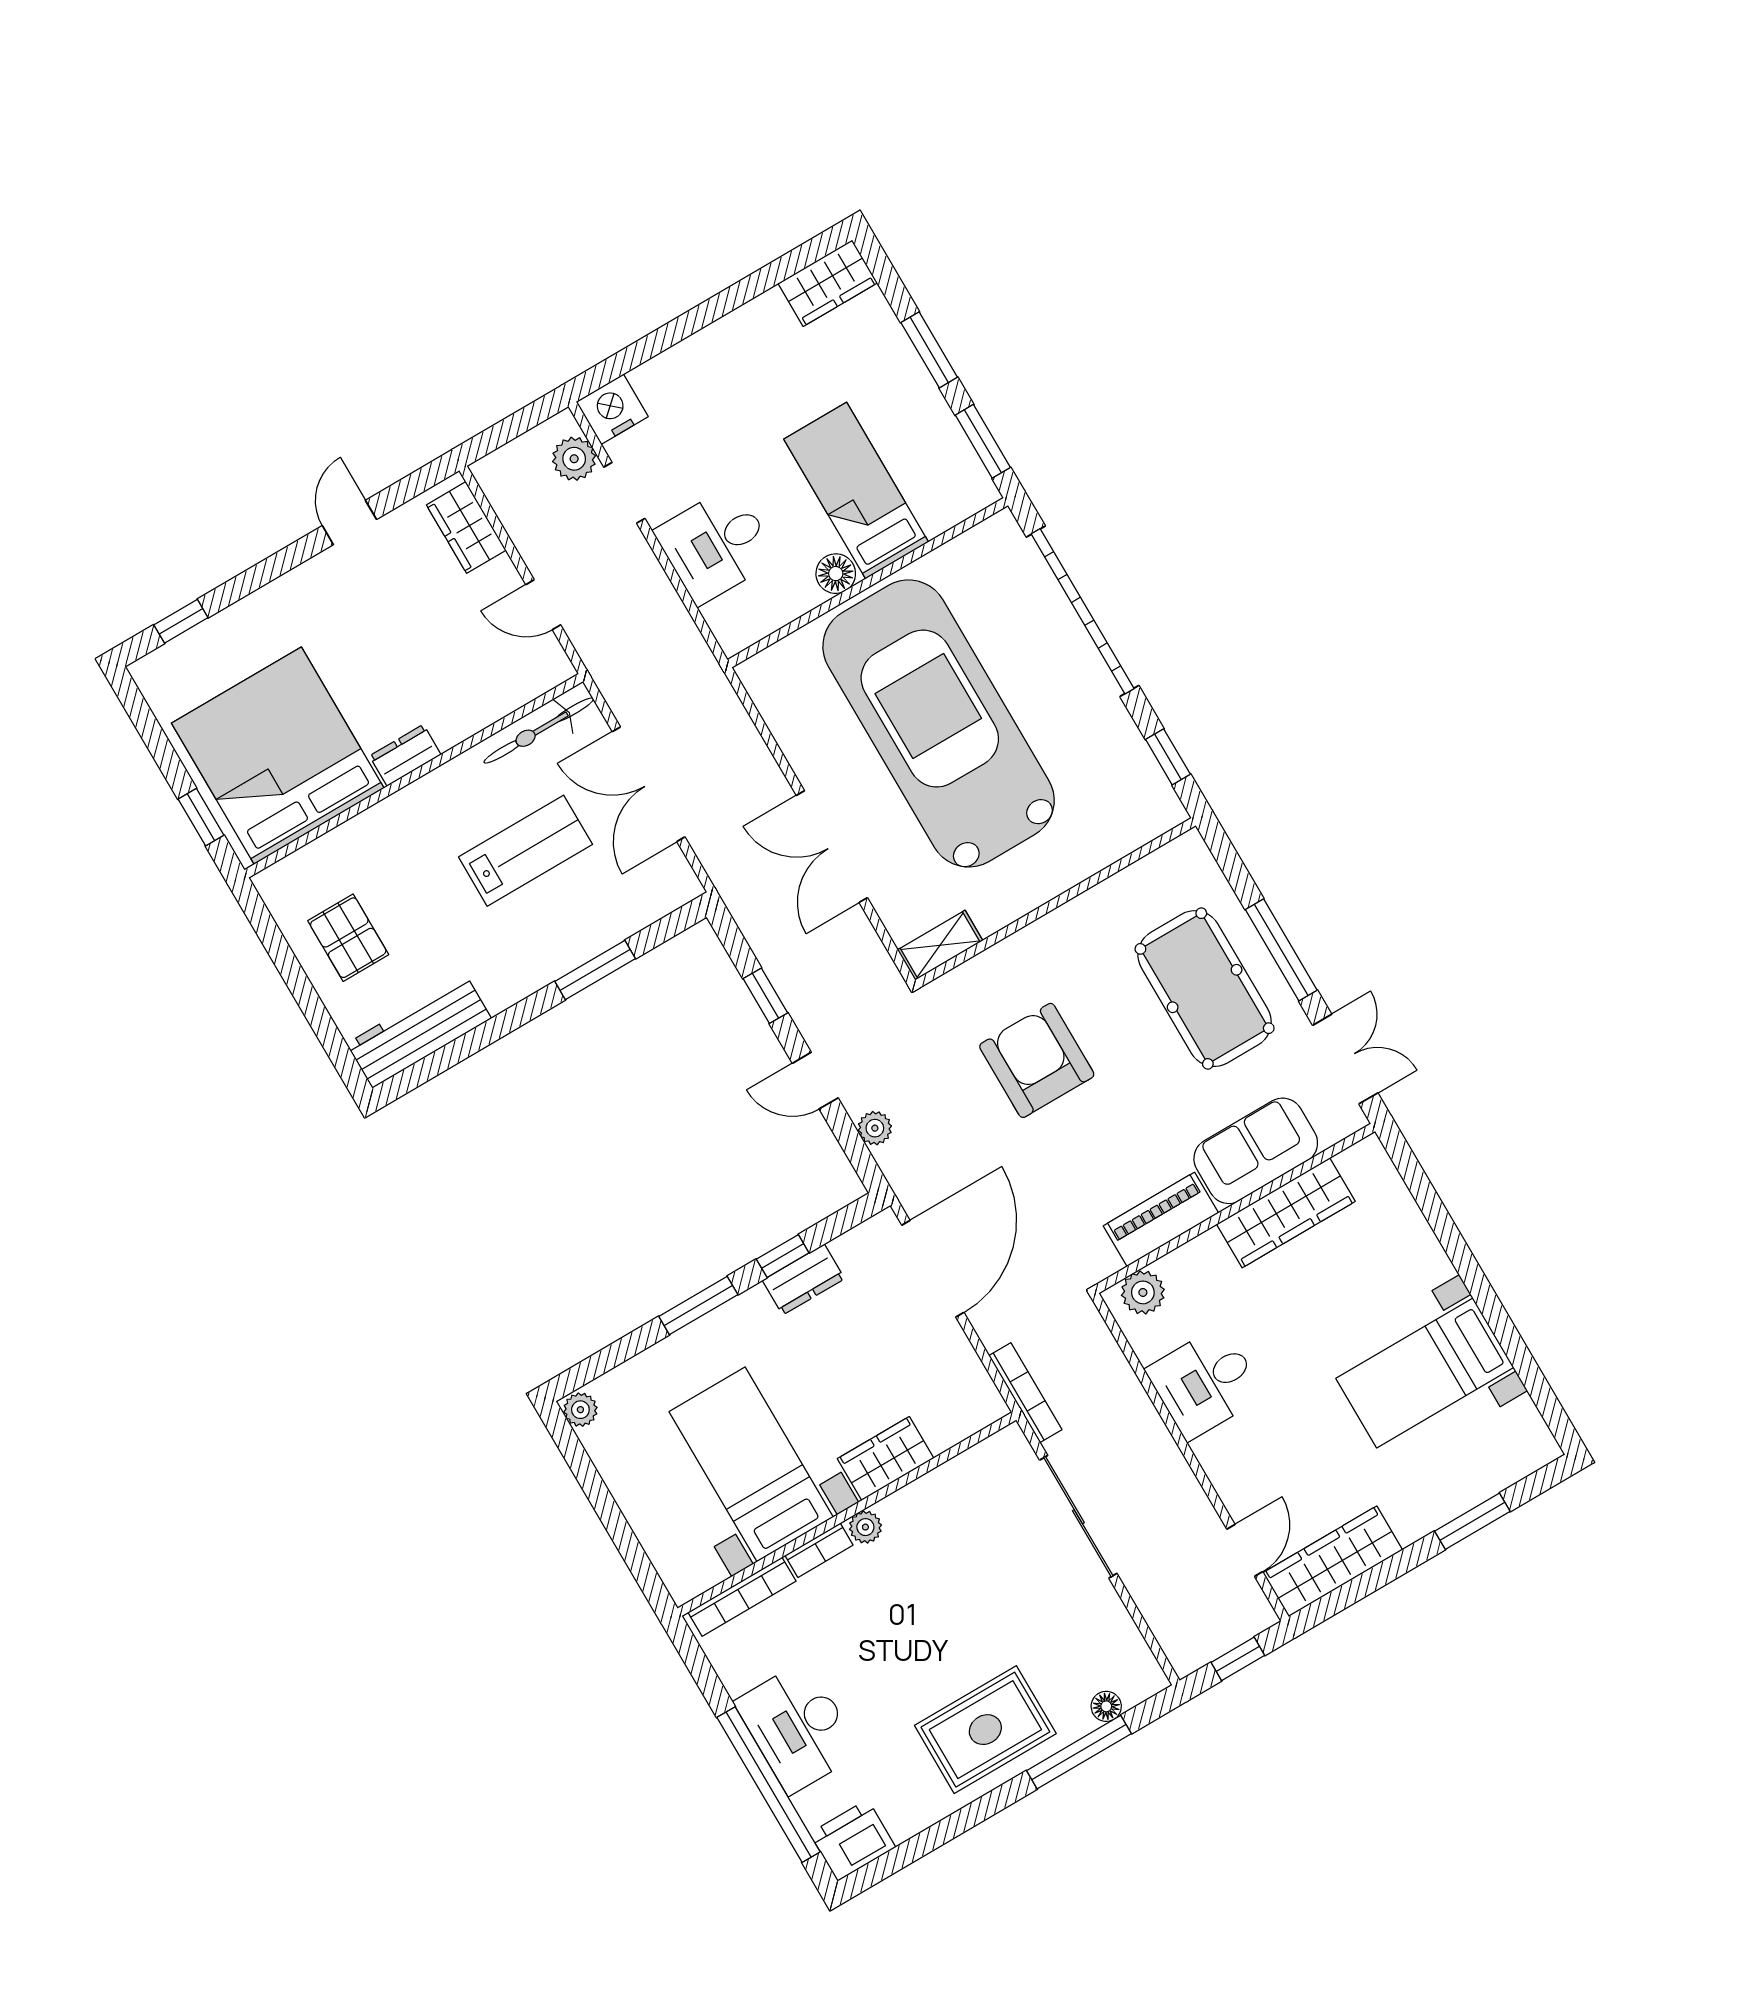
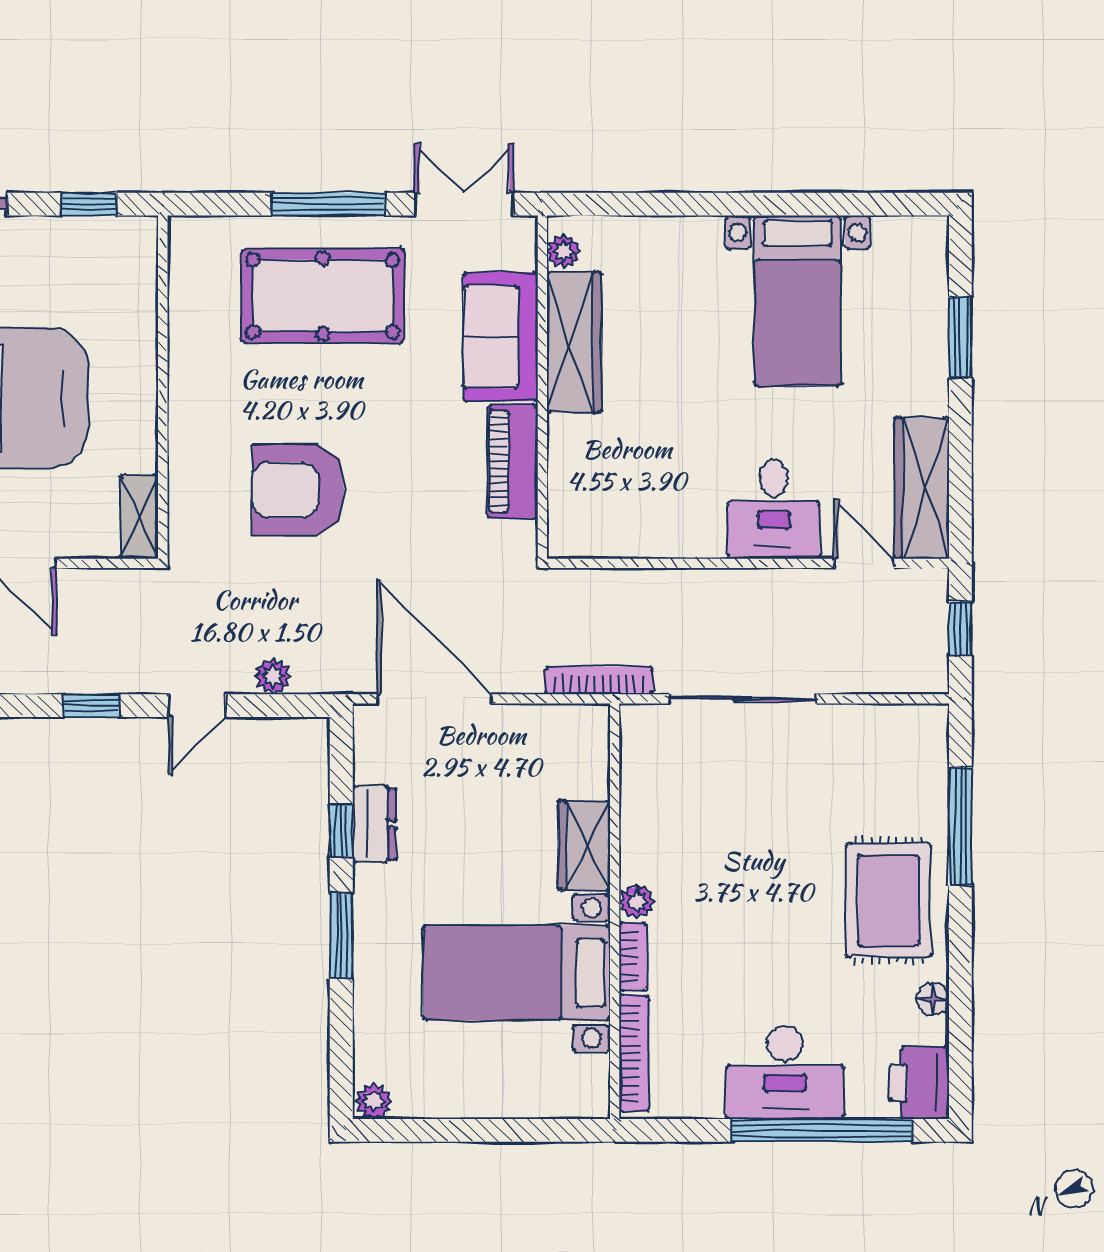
plant: (1143, 1292) -> (564, 251), moved, width x0.73, depth x0.73
desk: (1205, 1383) -> (774, 509), moved
floor lamp: (1106, 1706) -> (933, 999), moved

